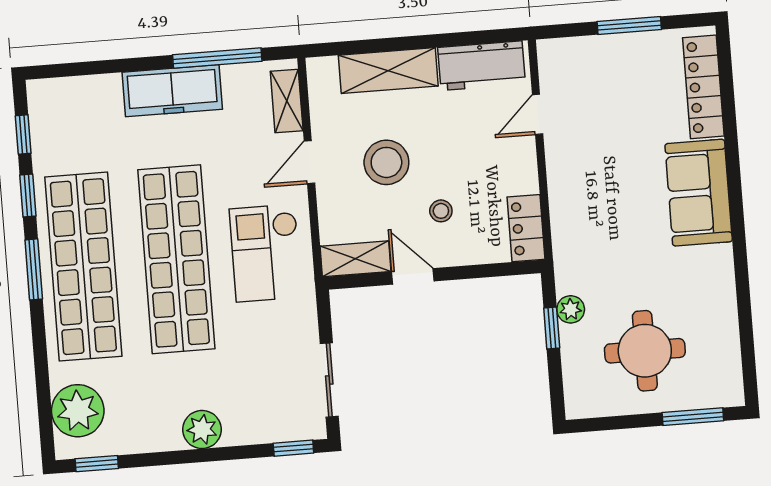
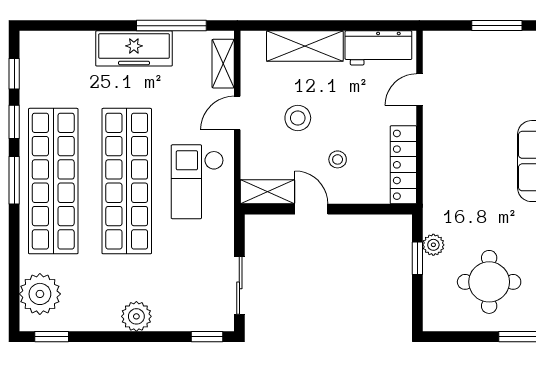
stool: (386, 162) -> (298, 118), width x0.73, depth x0.73
locker: (526, 228) -> (403, 165), width x1.53

